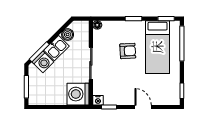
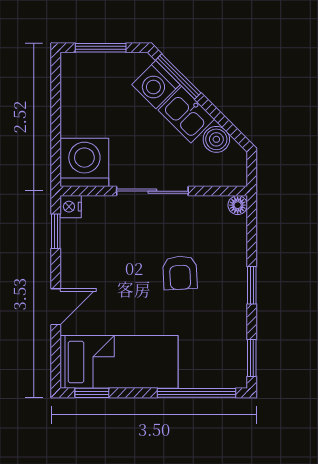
bed: (157, 47) -> (119, 362), moved, turned 180

